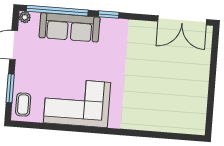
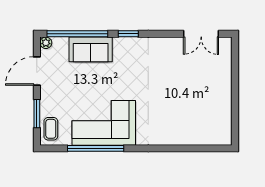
double door: (182, 20) -> (201, 34), width x0.73
sofa: (70, 27) -> (91, 49), width x0.73
window: (67, 128) -> (96, 148), added

